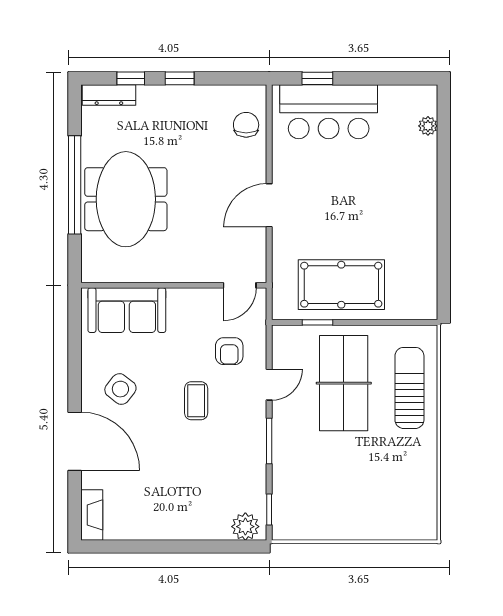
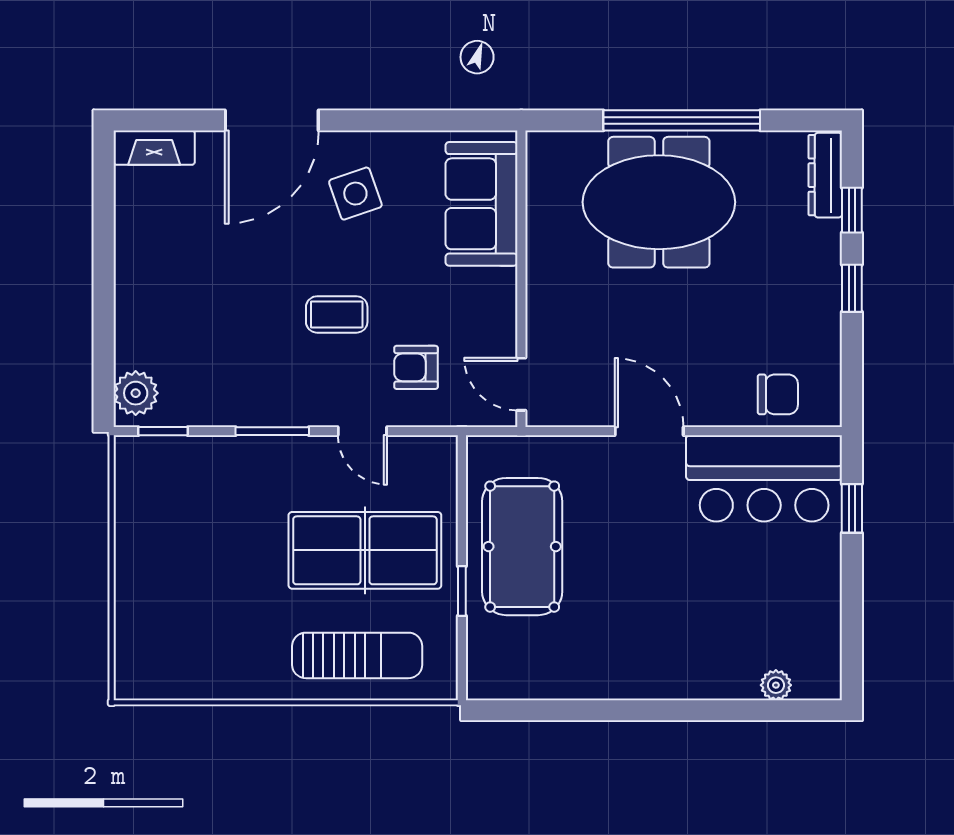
bar counter: (329, 112) -> (764, 478), moved, turned -90
window: (318, 322) -> (462, 591), moved
side table: (120, 389) -> (355, 194), turned 33

